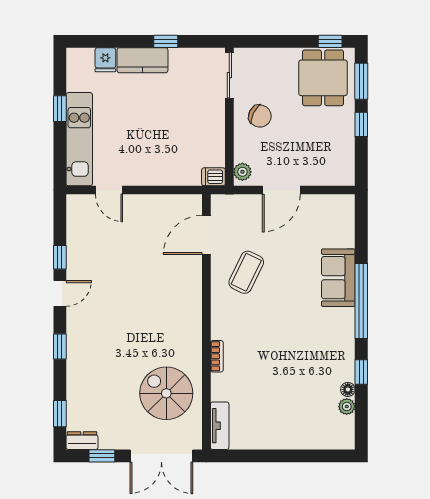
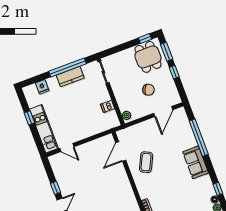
window: (166, 41) -> (67, 67), width x3.17
kitchen counter: (142, 60) -> (70, 77), moved
chair: (260, 116) -> (148, 90), moved
dishwasher: (213, 177) -> (108, 106), moved
door: (281, 190) -> (163, 112), moved
sofa: (338, 278) -> (196, 162), moved
window: (361, 301) -> (199, 138), moved

